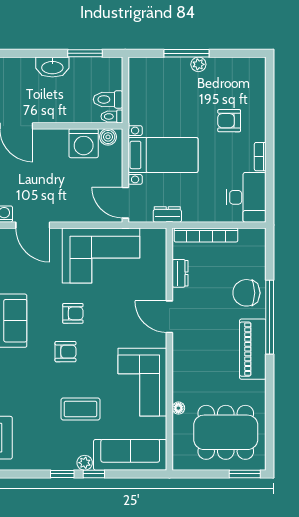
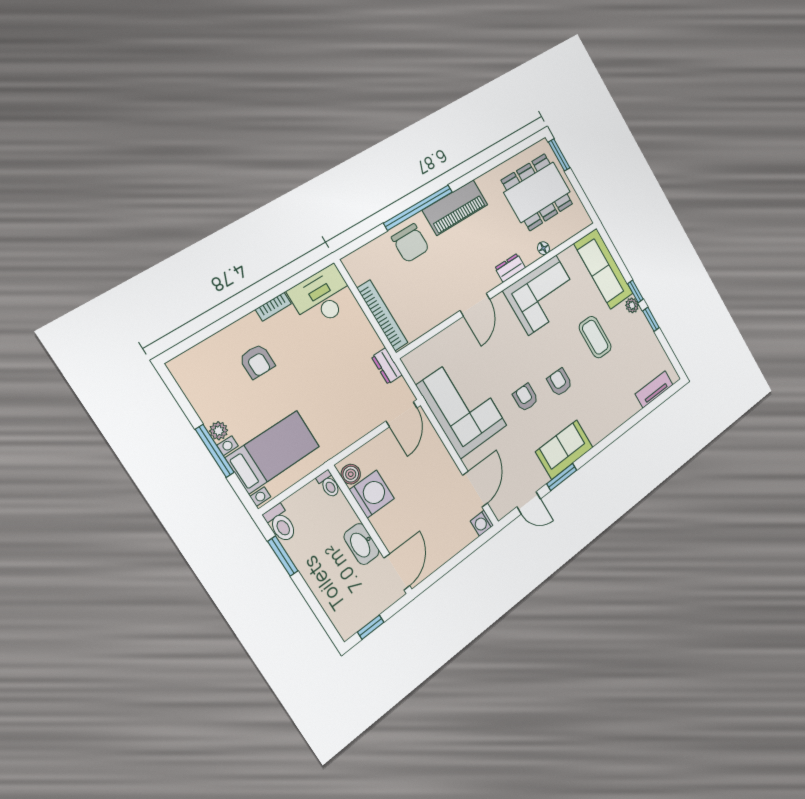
washbasin: (52, 67) -> (362, 544), moved, turned 180
toilet: (108, 99) -> (281, 524), moved
bed with nightstands: (163, 155) -> (273, 452), moved, turned 90
dresser: (180, 273) -> (510, 268), moved
dining table: (226, 432) -> (537, 192), turned 90

